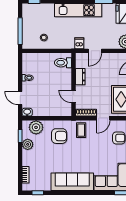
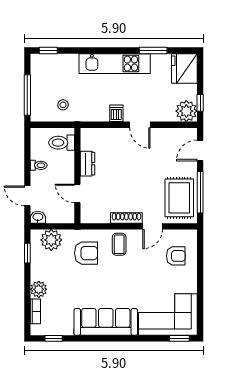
door: (95, 51) -> (140, 125), hinge flipped
toilet: (63, 63) -> (62, 143), moved
dresser: (80, 77) -> (87, 164), moved
wall: (74, 85) -> (77, 176), moved
door: (74, 96) -> (77, 193), moved
plant: (28, 144) -> (39, 289), moved

